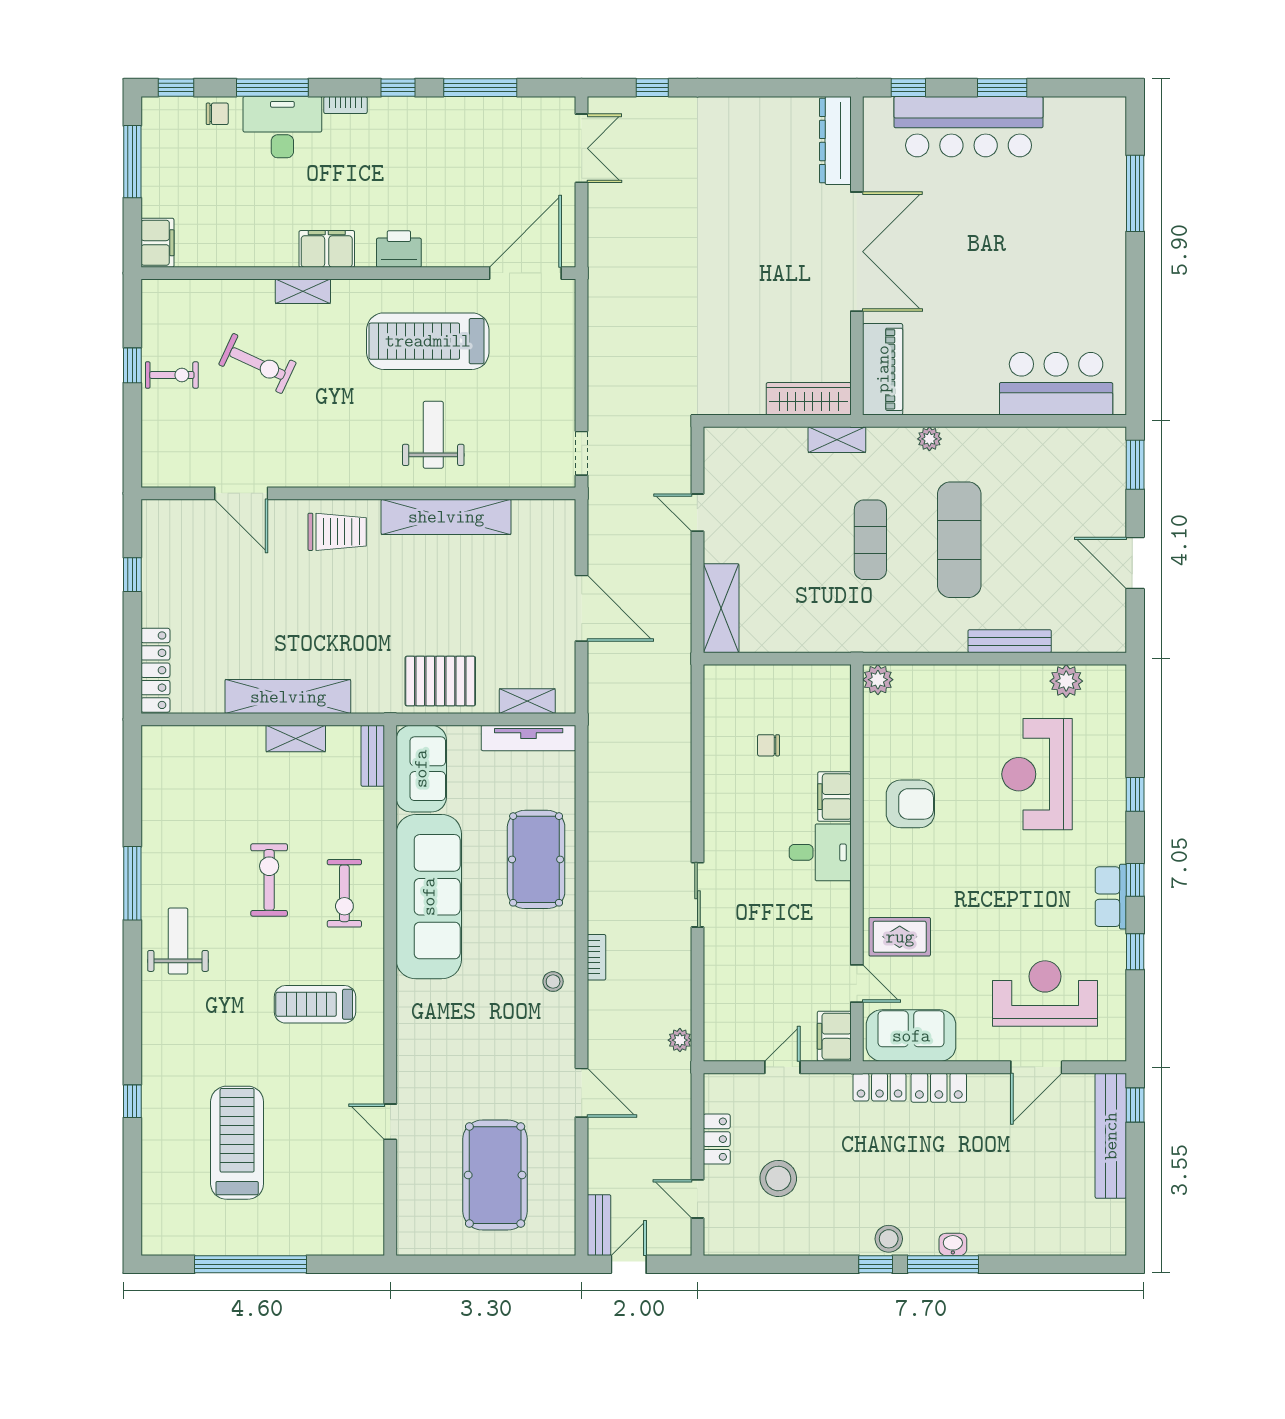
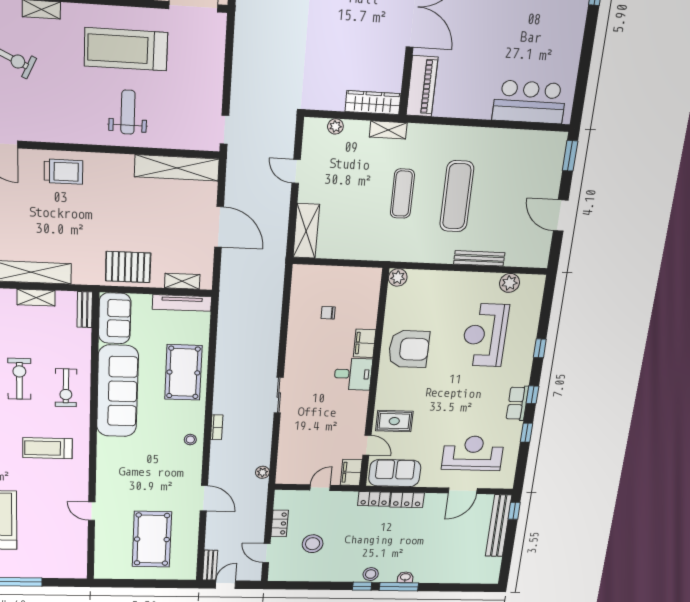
plant: (929, 439) -> (335, 126), moved
shelving: (446, 517) -> (177, 168), moved
armchair: (910, 804) -> (409, 349), width x1.36, depth x1.36

